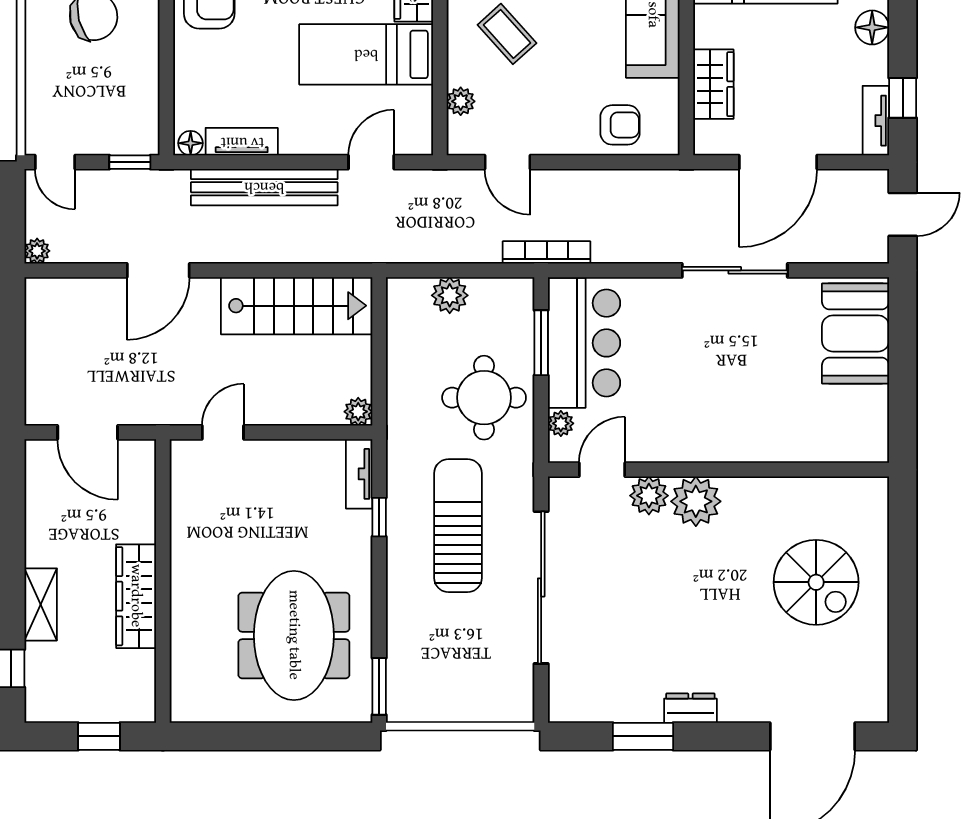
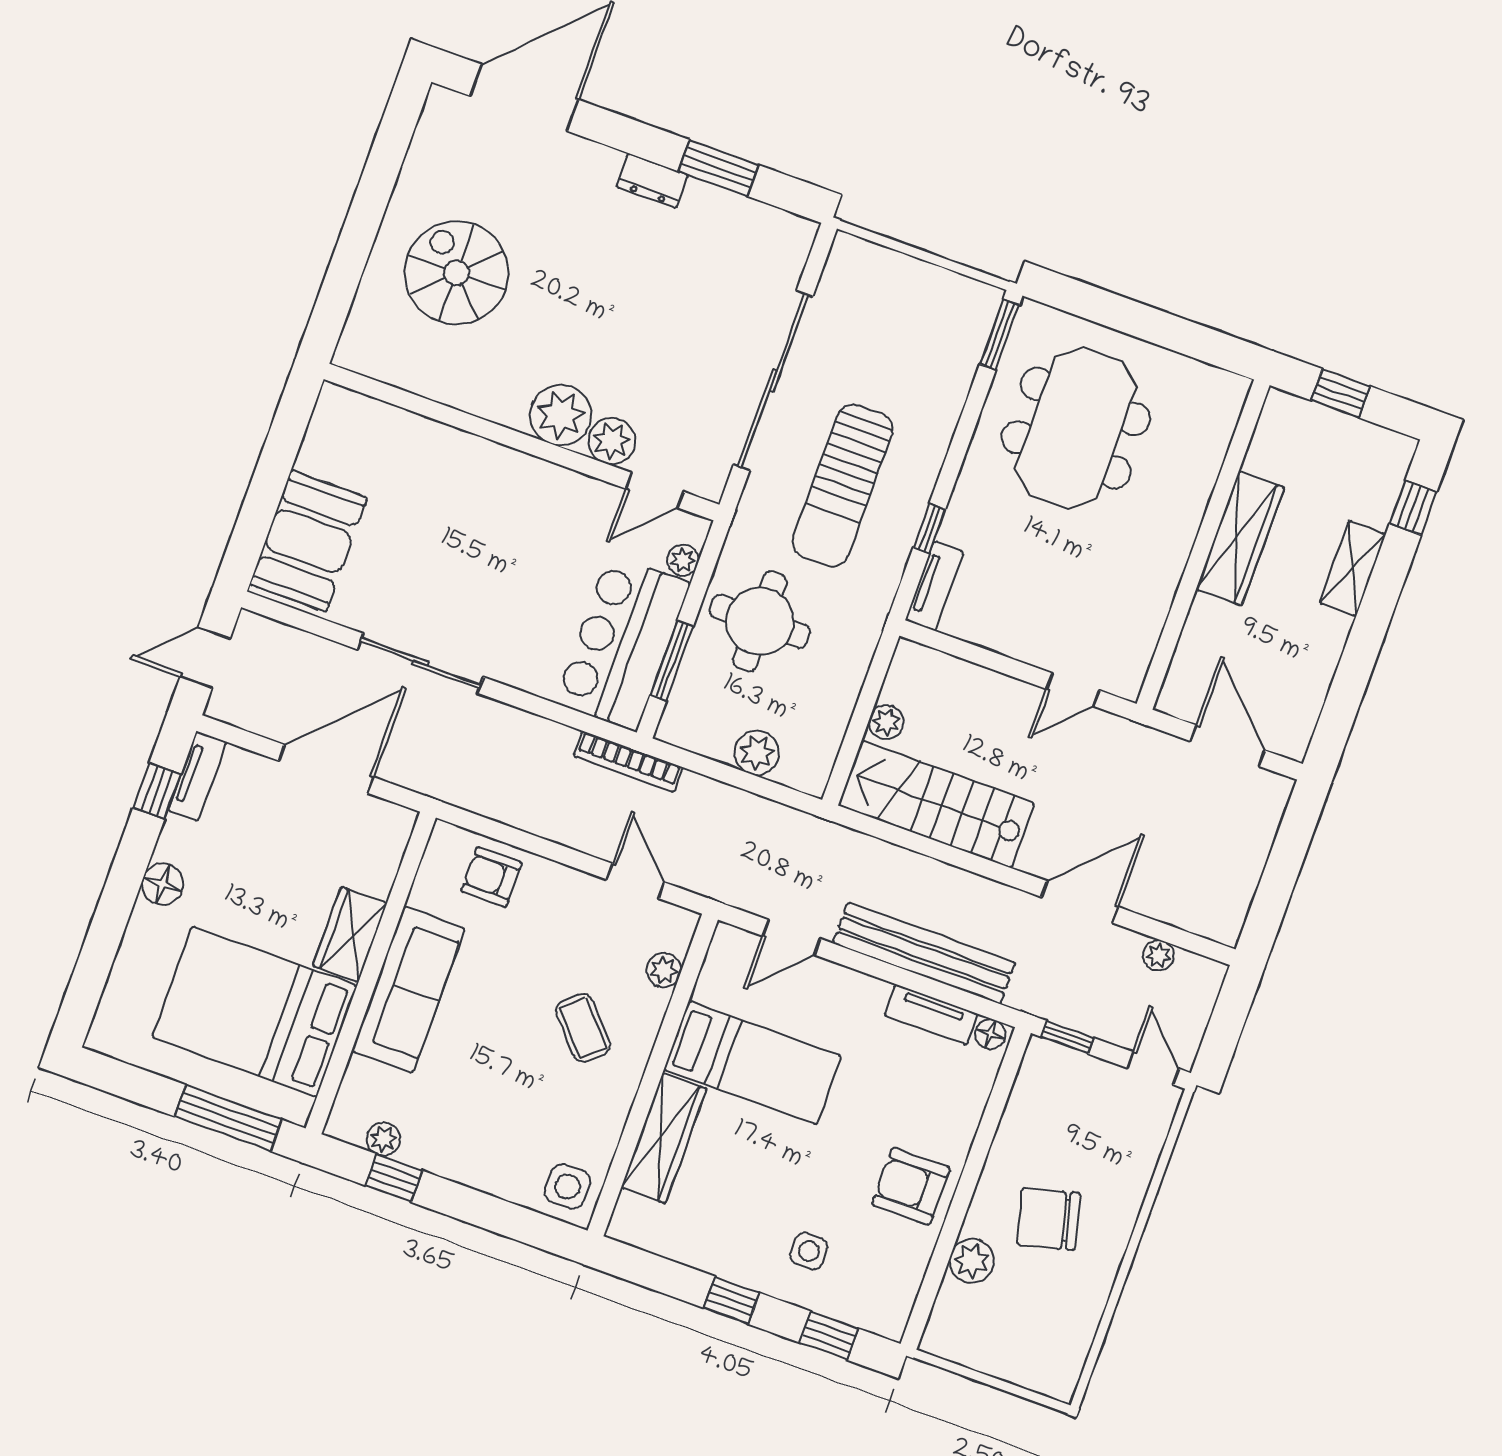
wardrobe: (713, 84) -> (350, 934), moved
plant: (37, 251) -> (1159, 956), moved
plant: (358, 412) -> (886, 722), moved

